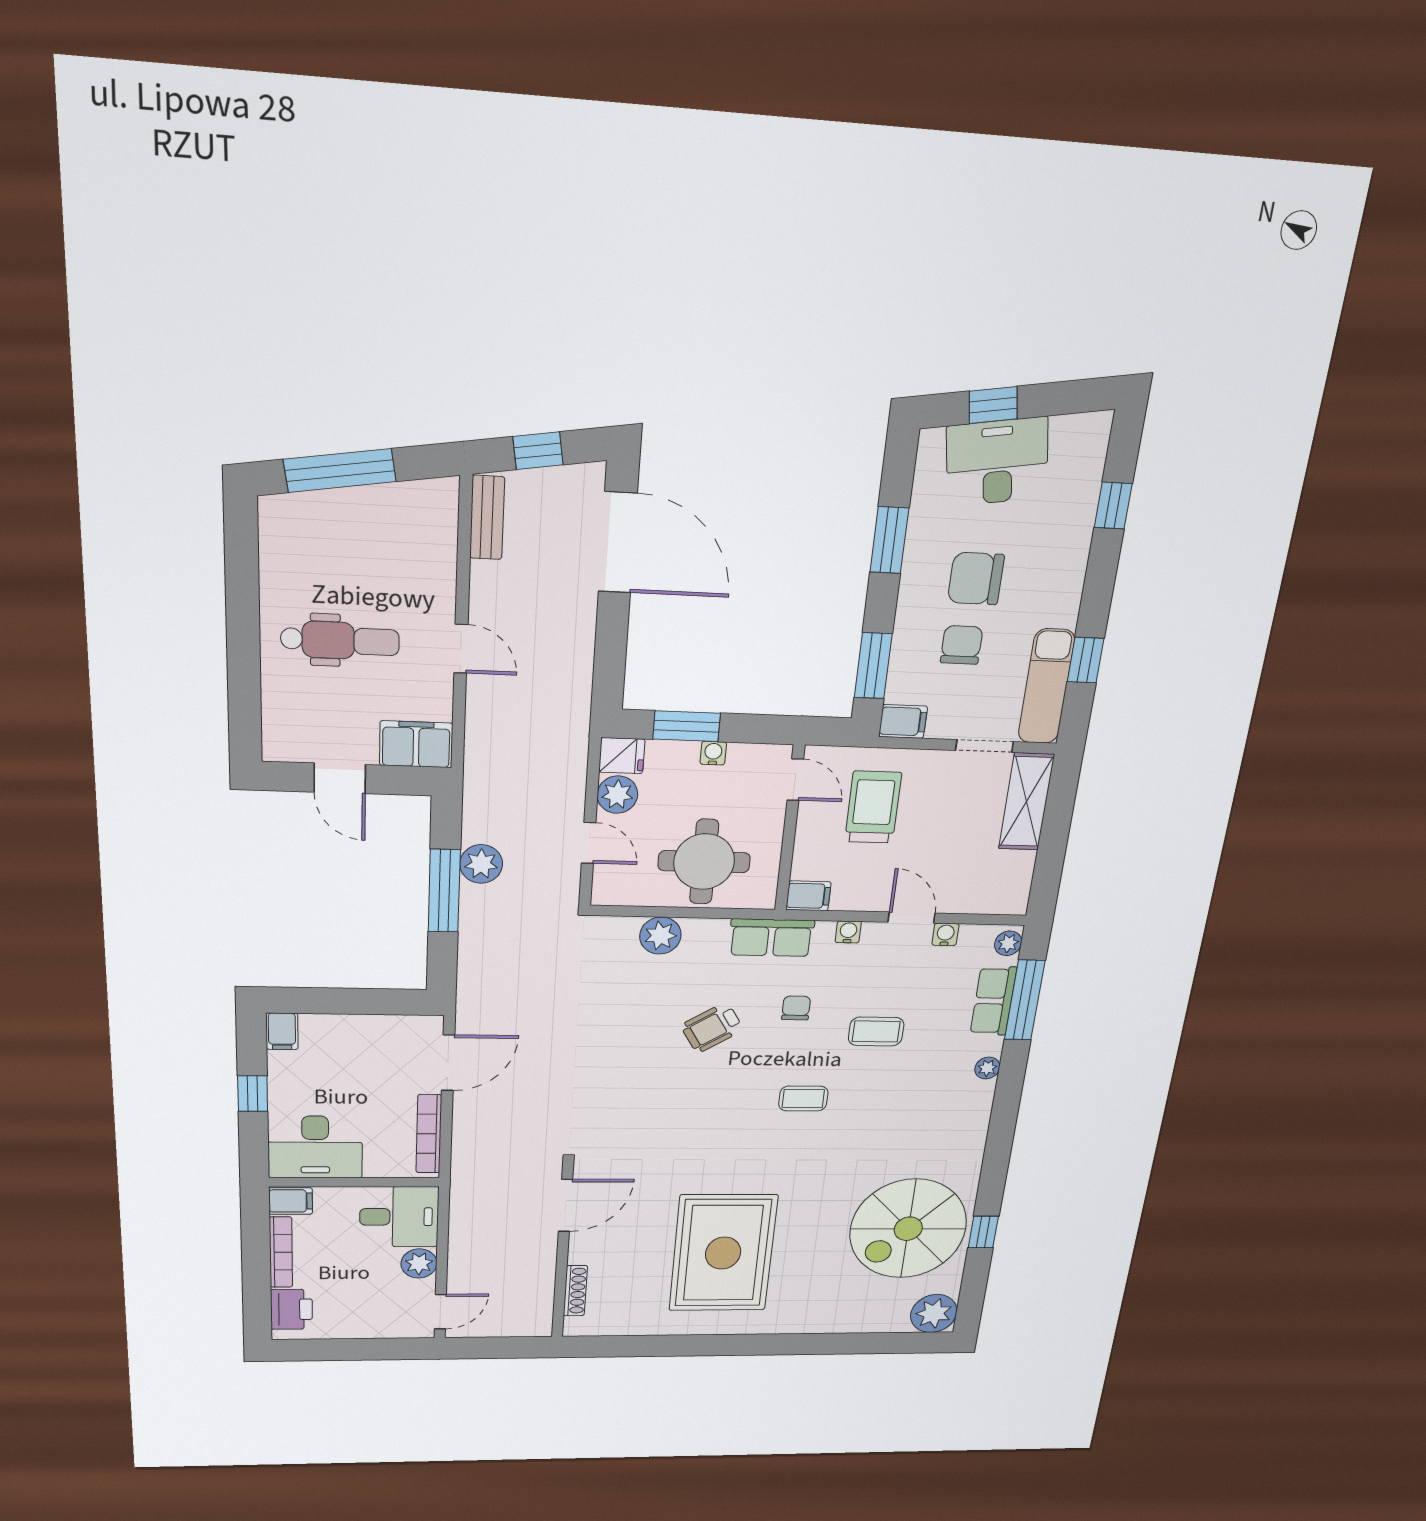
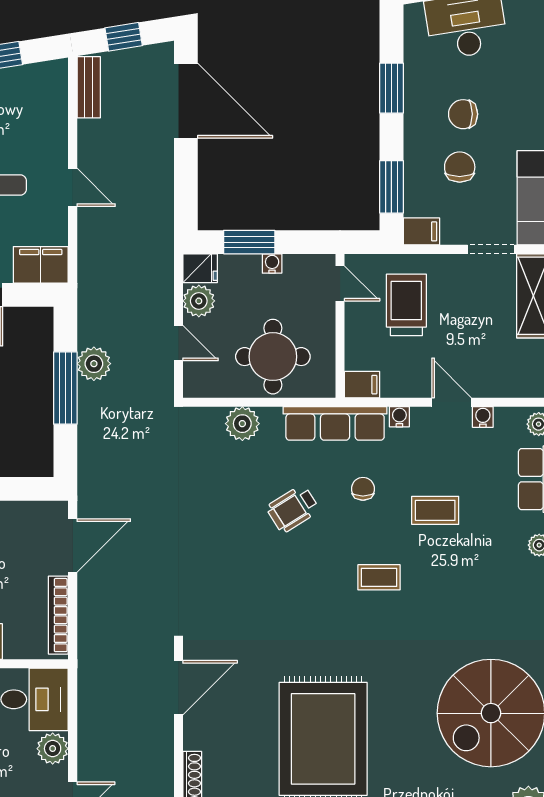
chair: (976, 579) -> (463, 114), width x0.73, depth x0.73
row of seats: (771, 938) -> (335, 423), width x1.48

